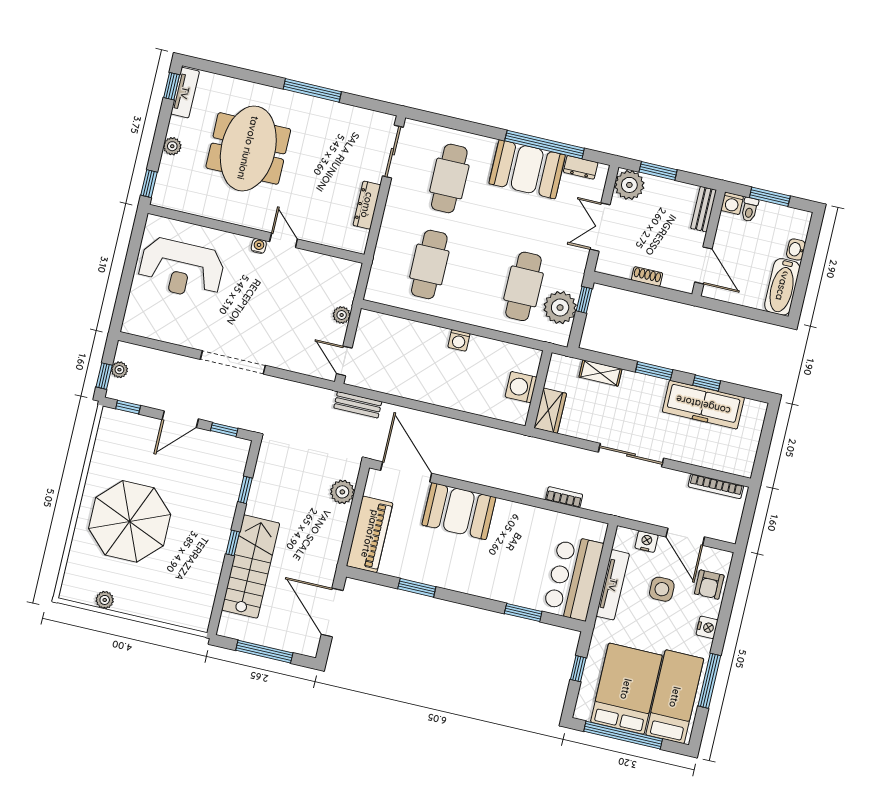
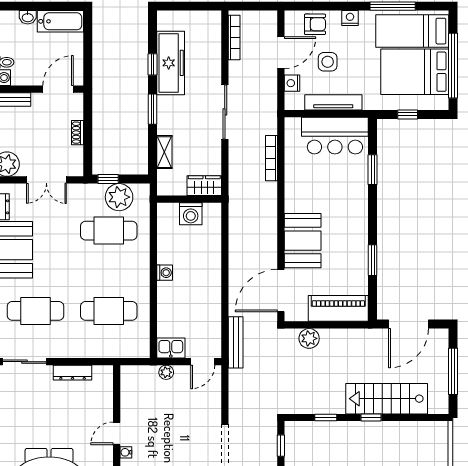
kitchen sink: (369, 327) -> (171, 348), added
bench: (358, 405) -> (236, 342), width x1.36
bookcase: (564, 497) -> (272, 158), width x1.56

